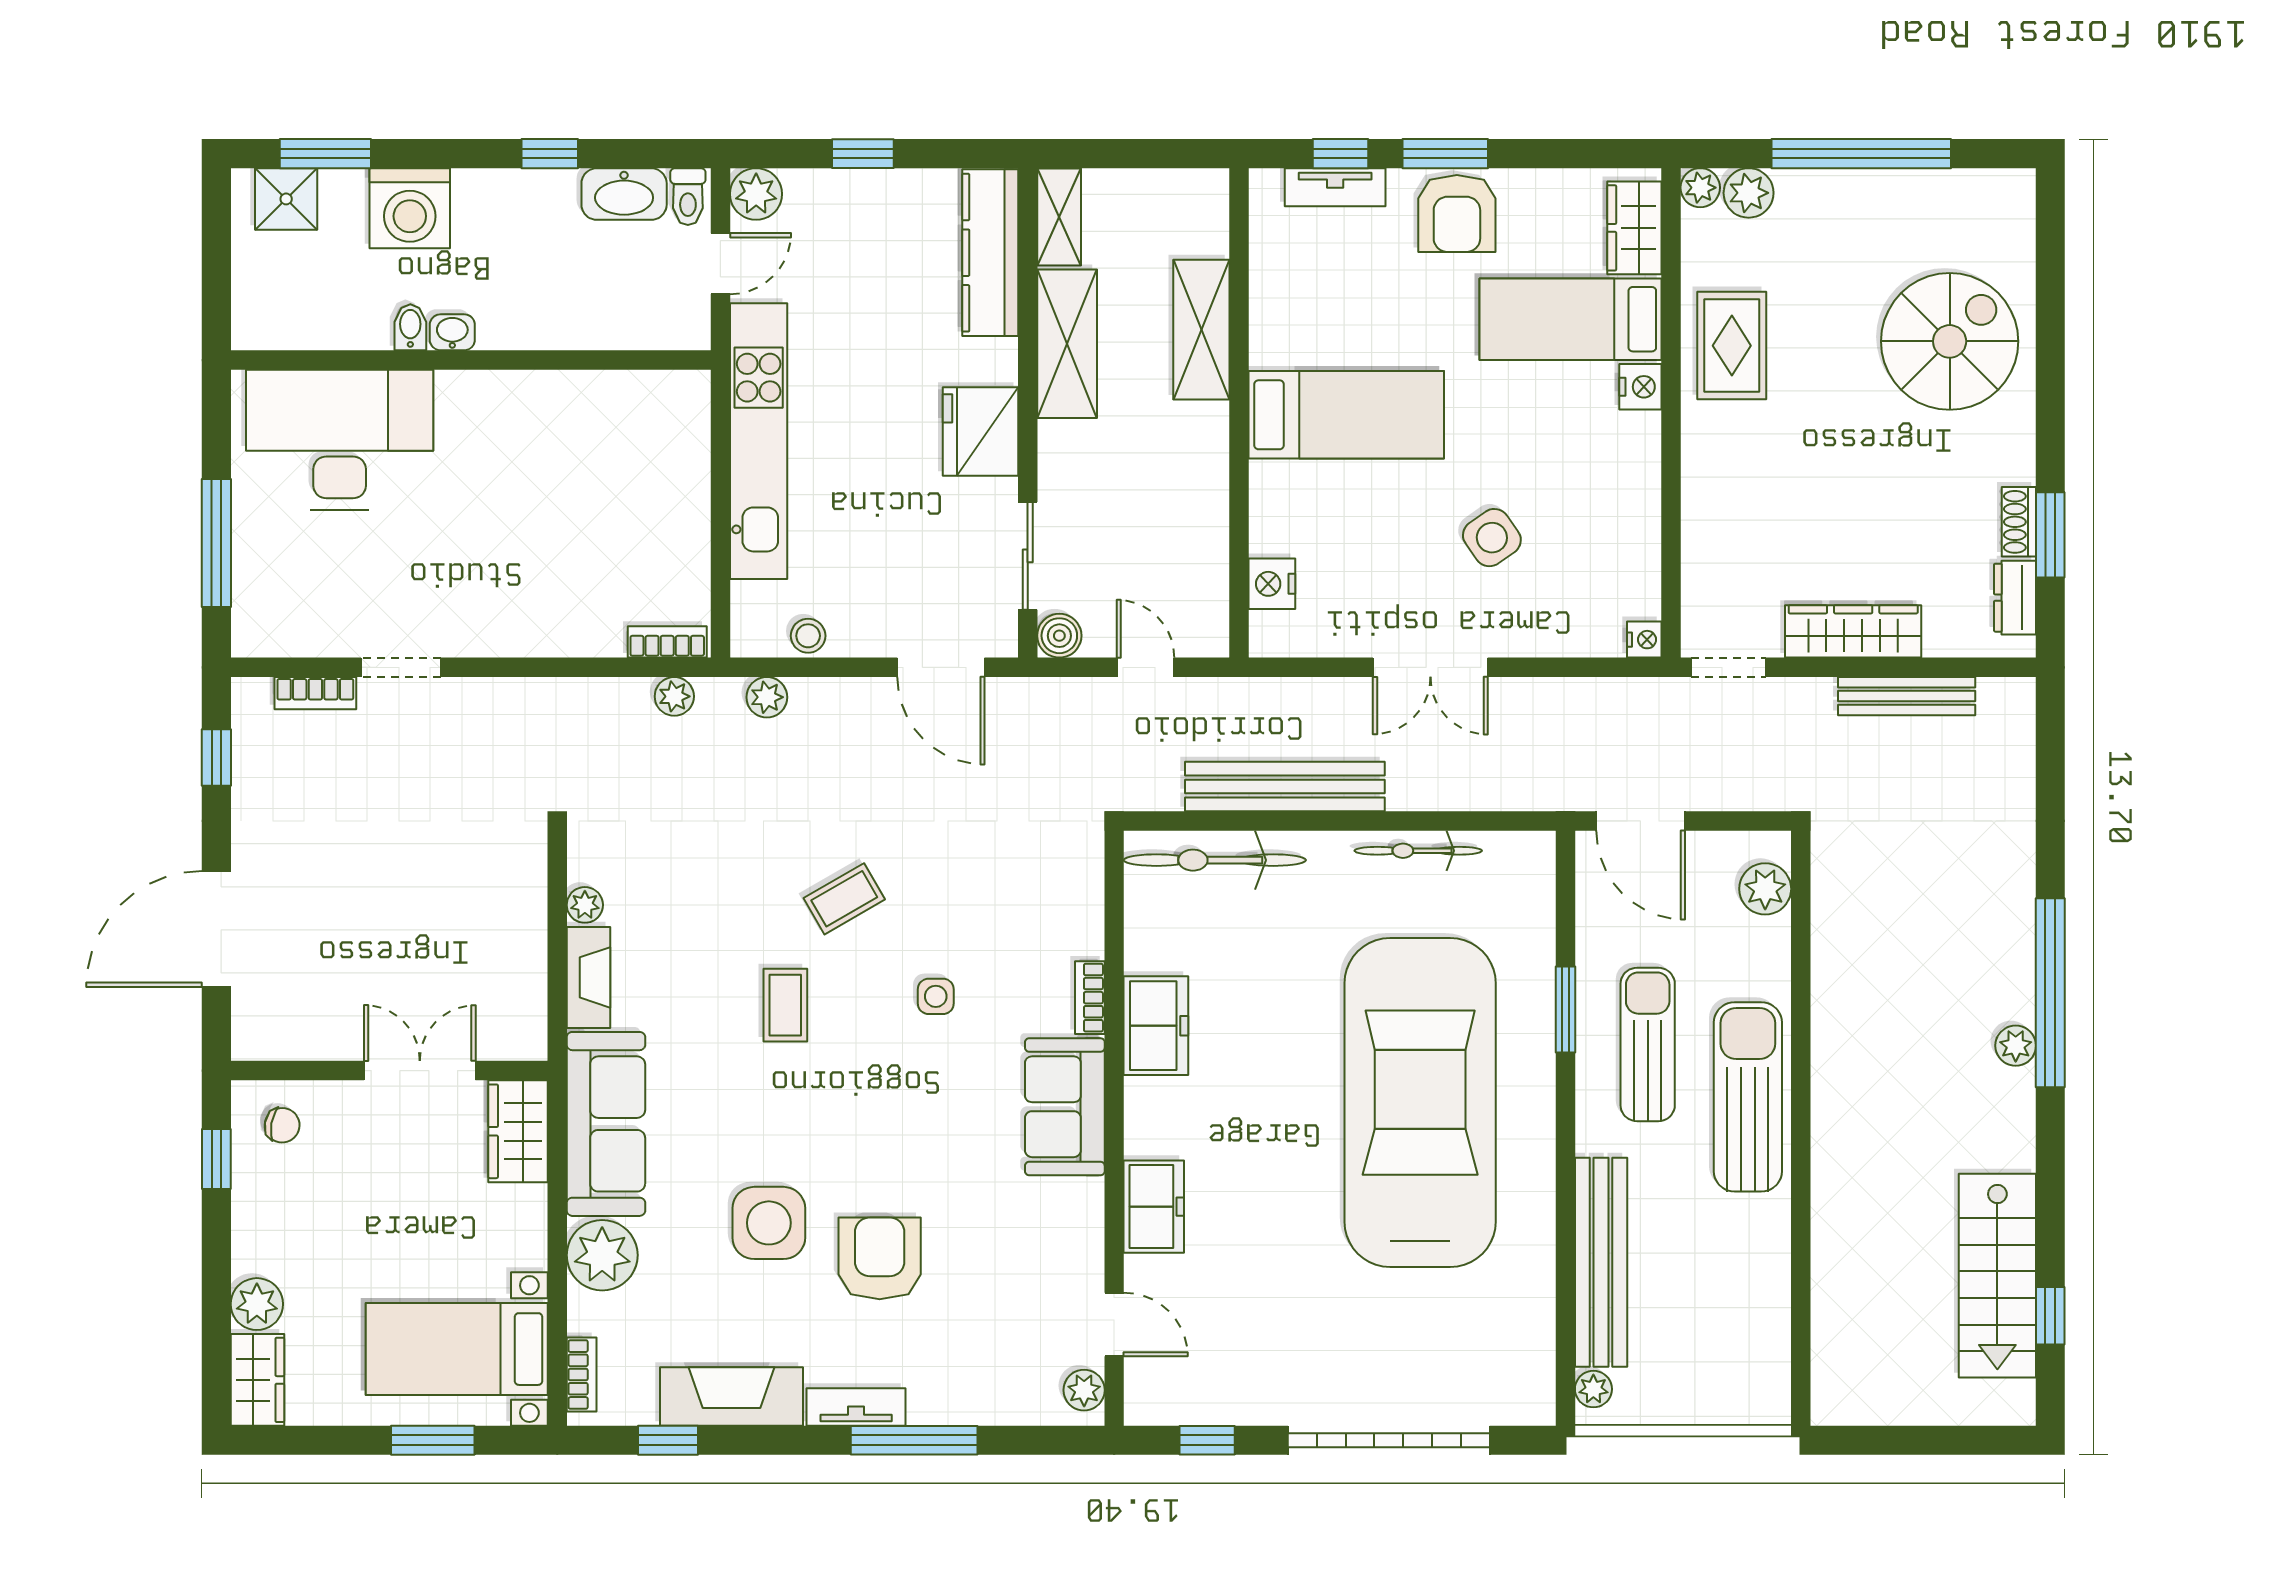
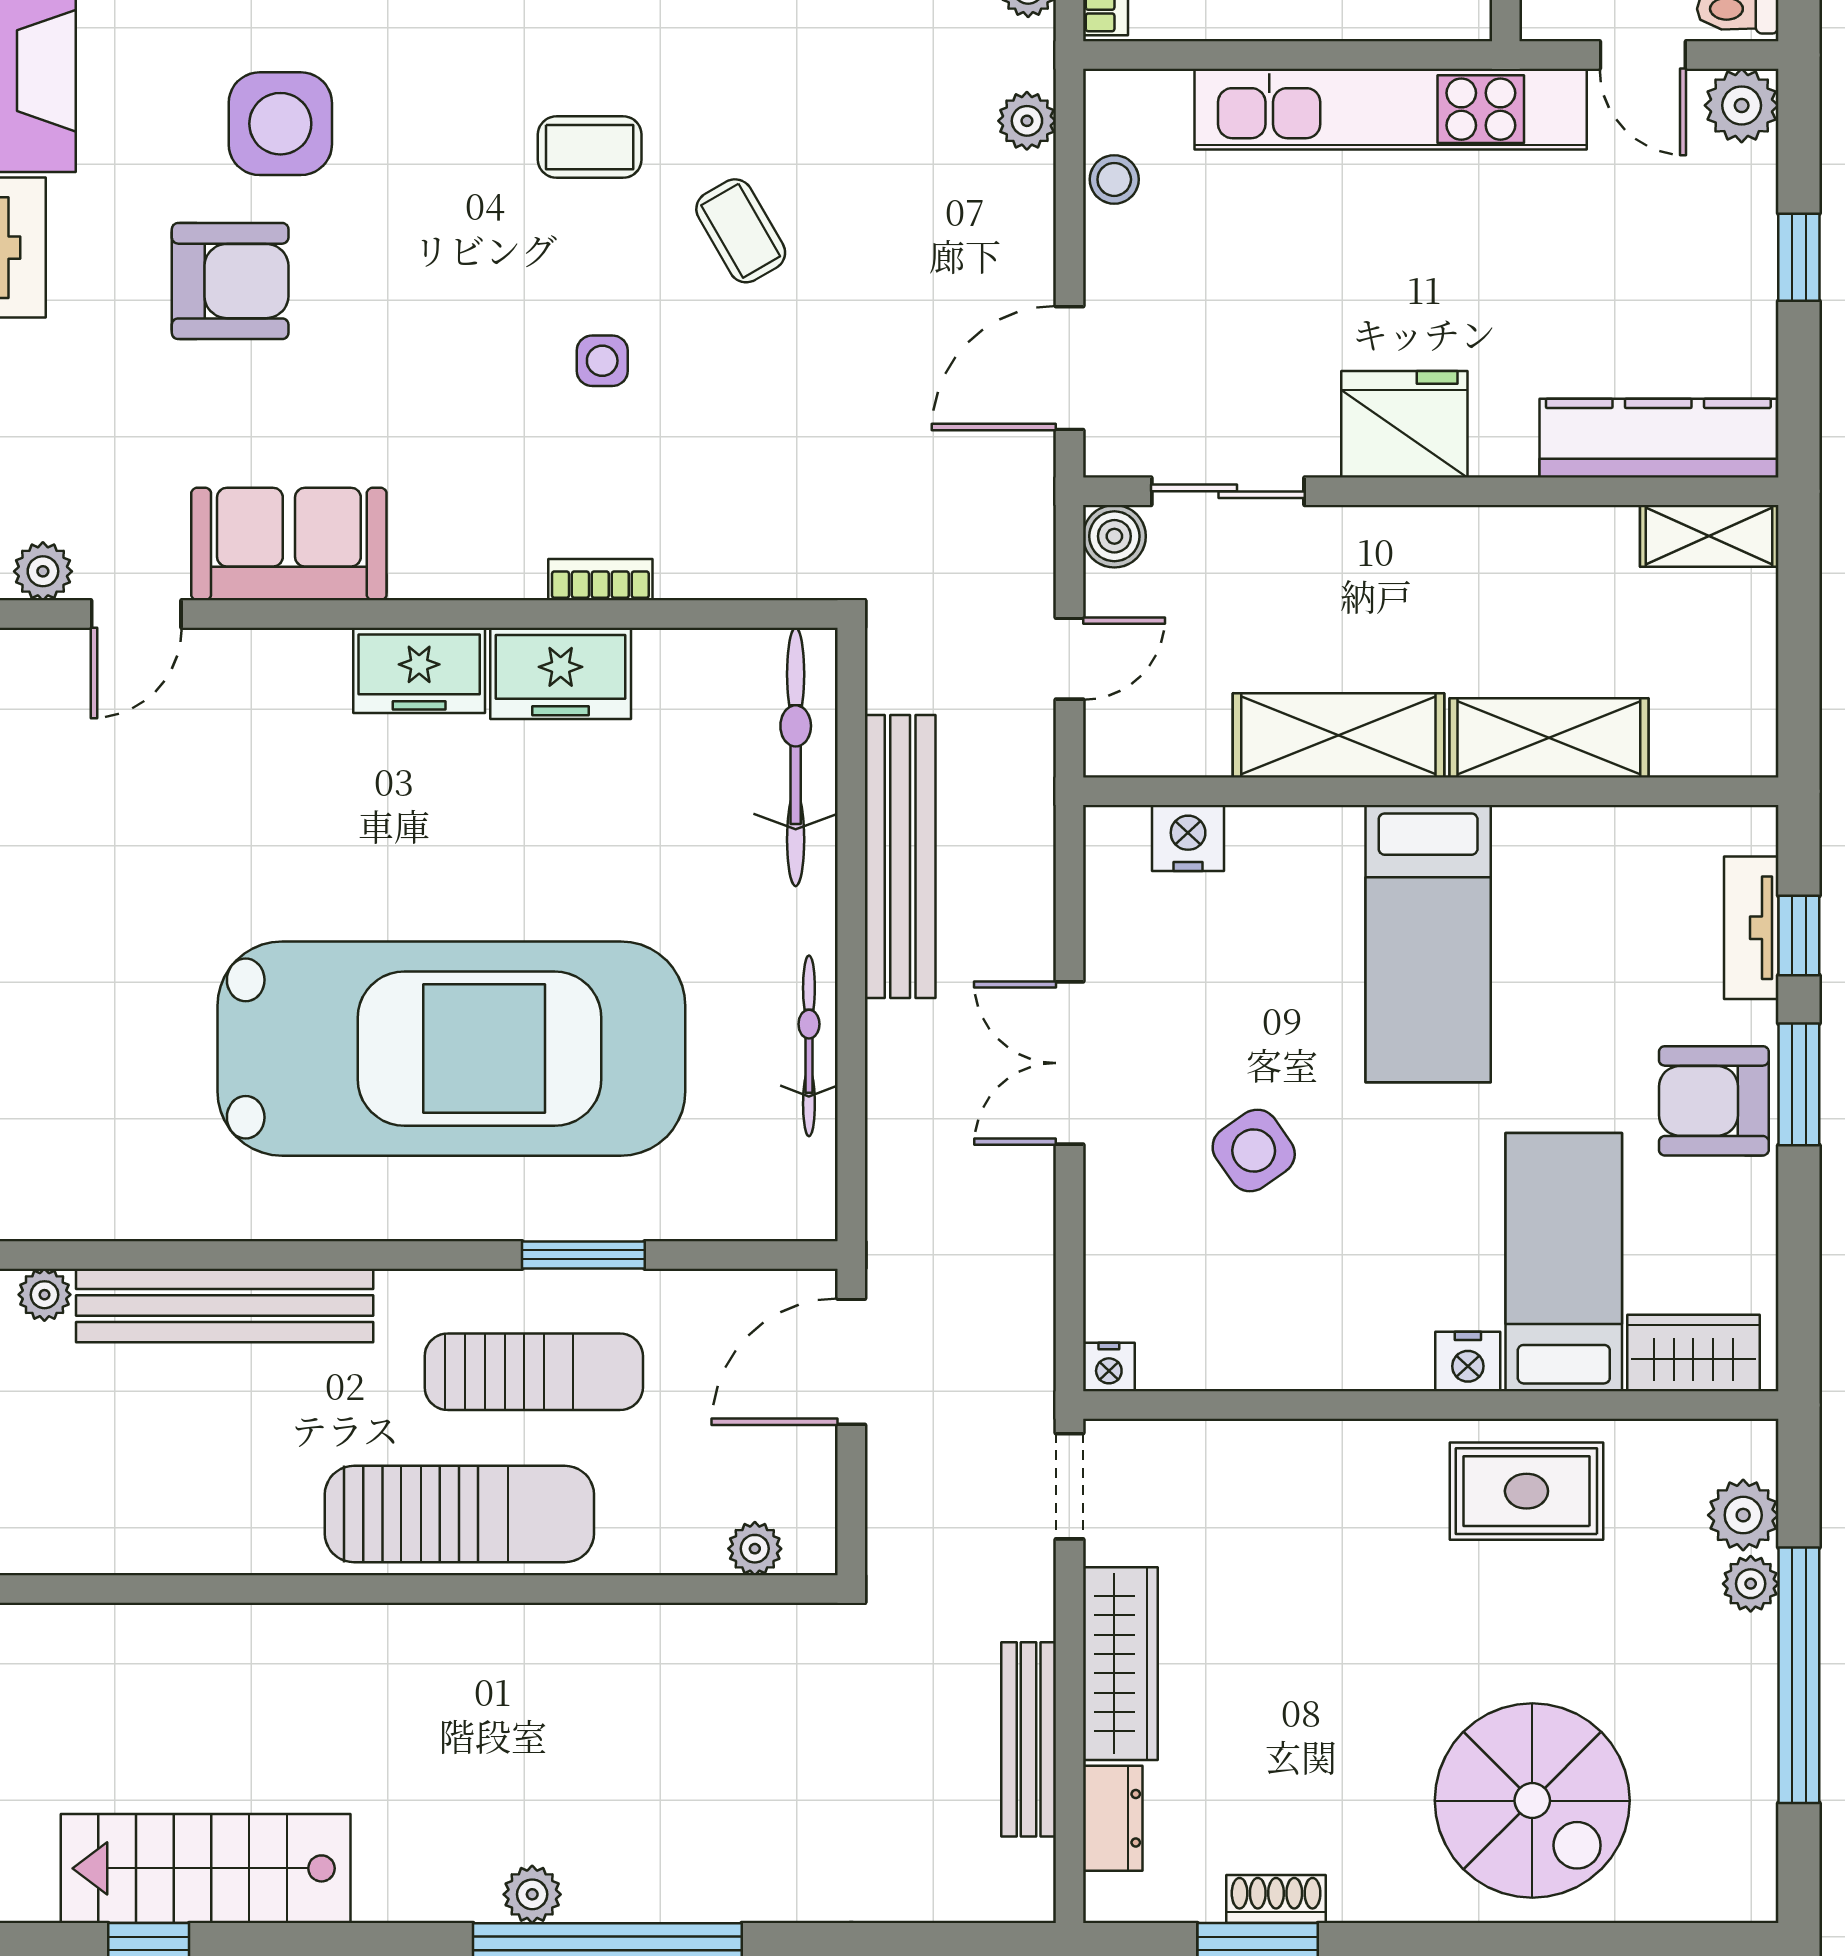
plant: (1700, 188) -> (1751, 1584), moved
shelving: (1067, 344) -> (1338, 735), moved
dresser: (2015, 598) -> (1113, 1818), moved, turned 90
plant: (1765, 889) -> (755, 1549), width x0.73, depth x0.73
sofa: (1065, 1107) -> (289, 544), moved
freezer: (1154, 1207) -> (419, 670), moved

